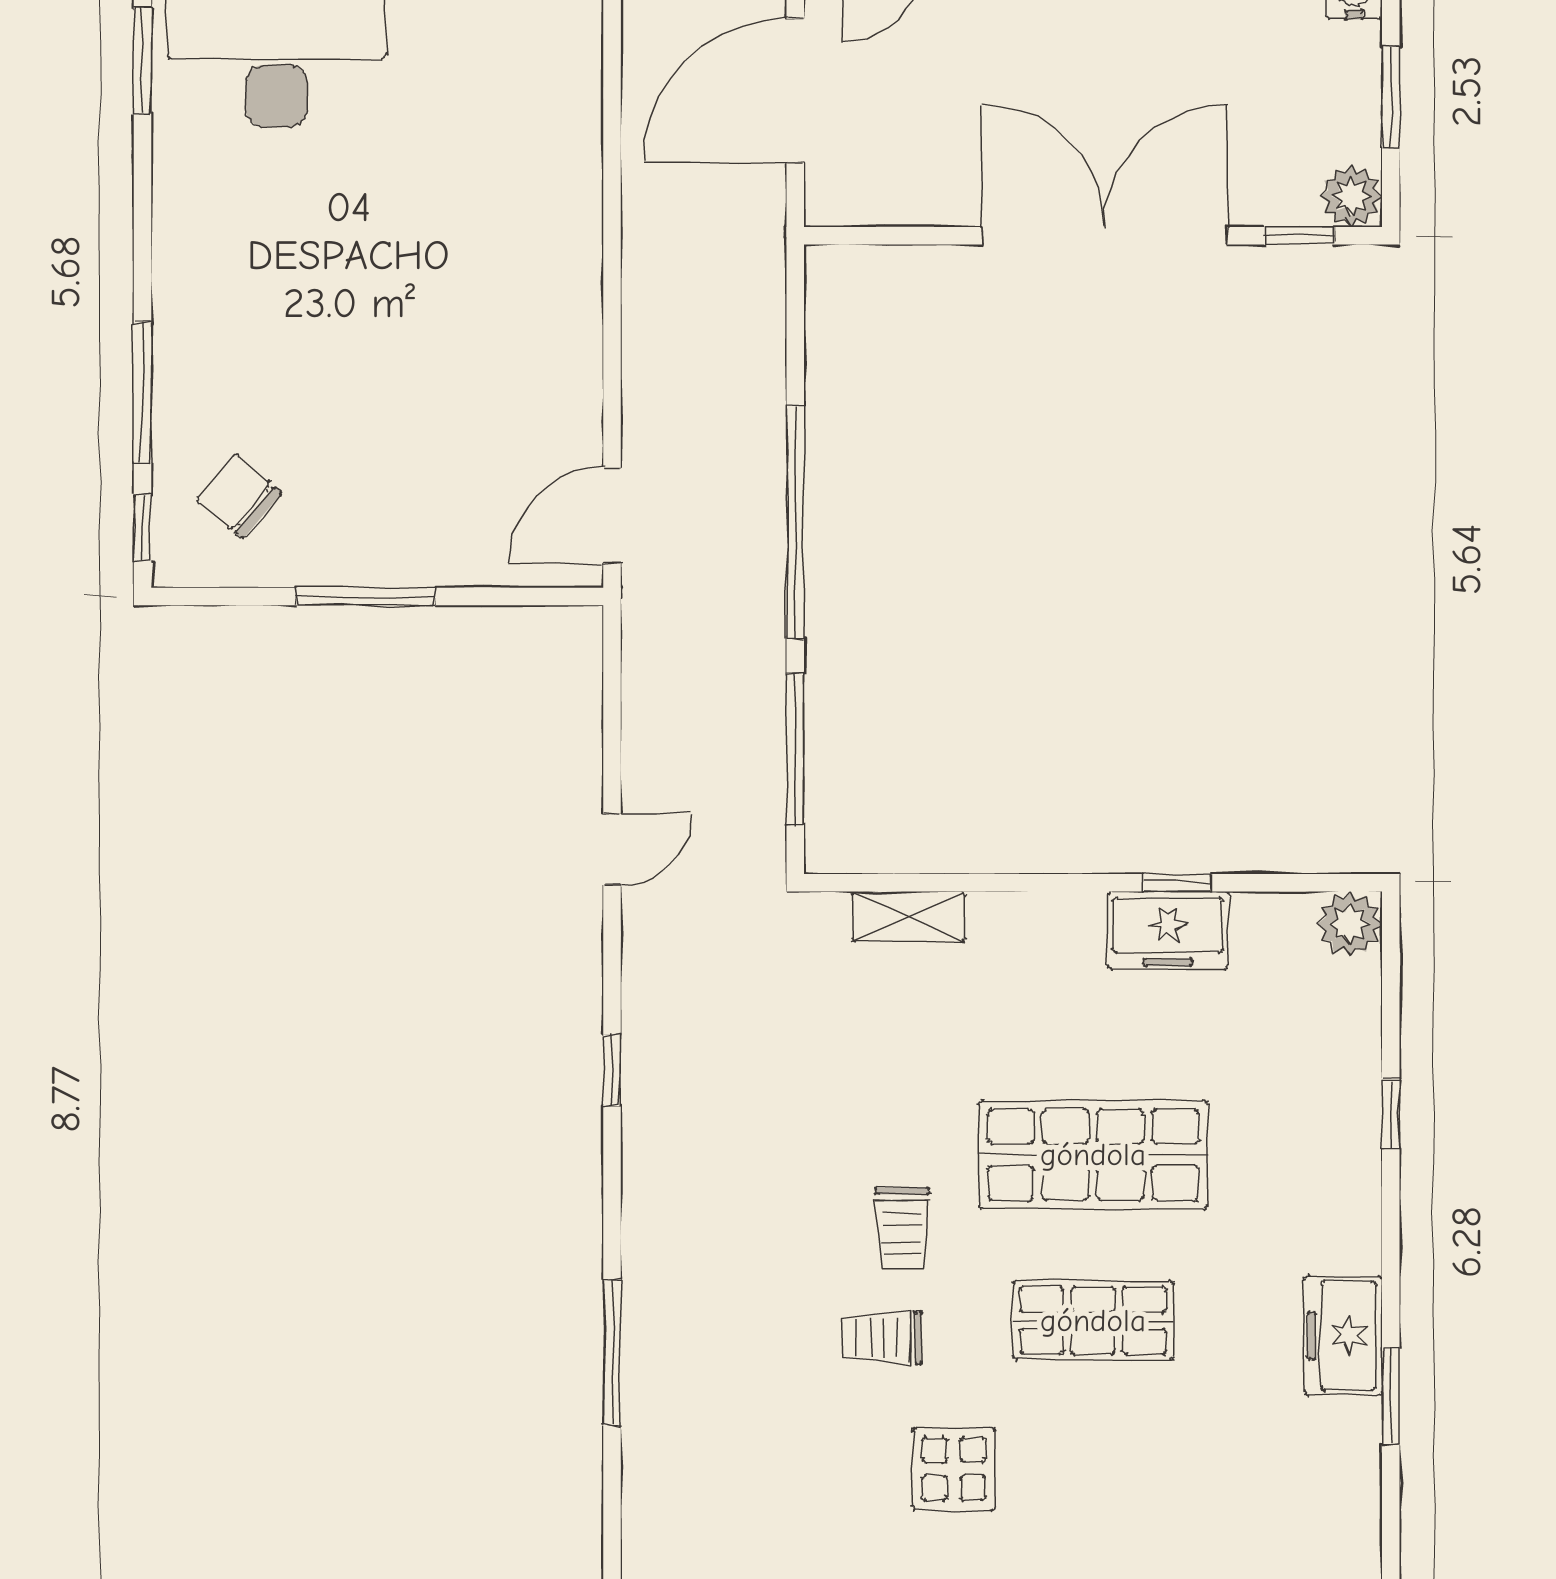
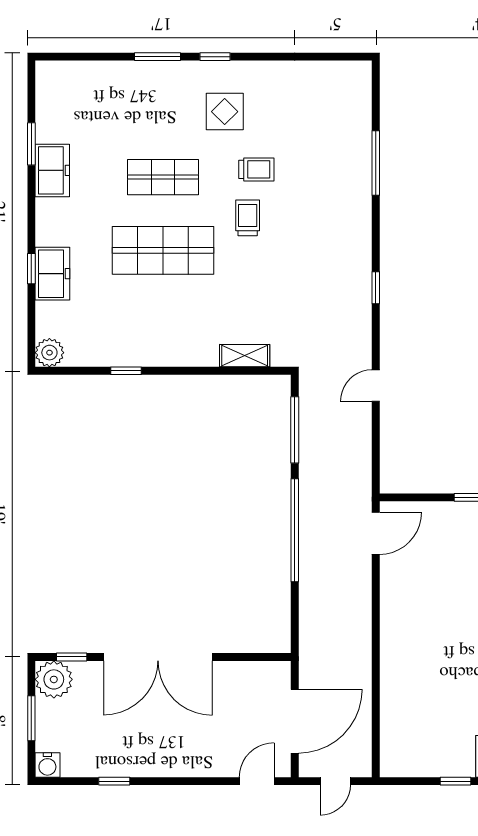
plant: (1351, 196) -> (54, 679), width x1.36, depth x1.36
freezer: (1168, 930) -> (52, 274), moved, turned 90

